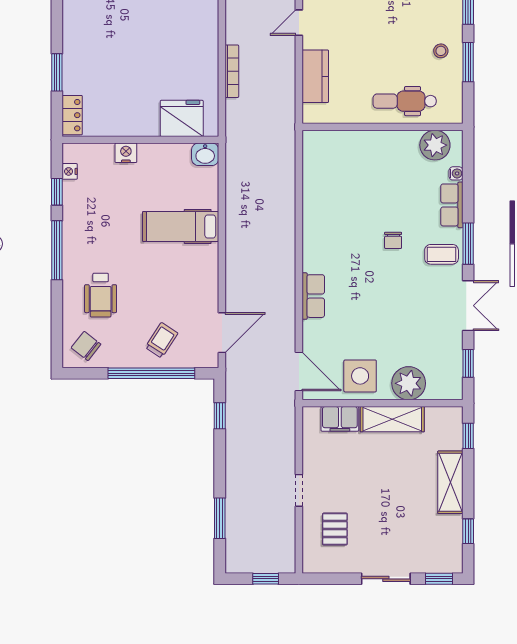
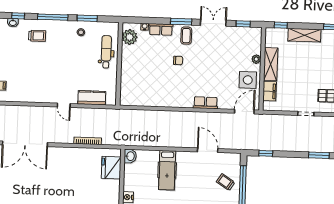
dental chair: (405, 101) -> (106, 52), turned 180
door: (222, 333) -> (208, 150), moved
plant: (409, 383) -> (256, 59), width x0.53, depth x0.53

